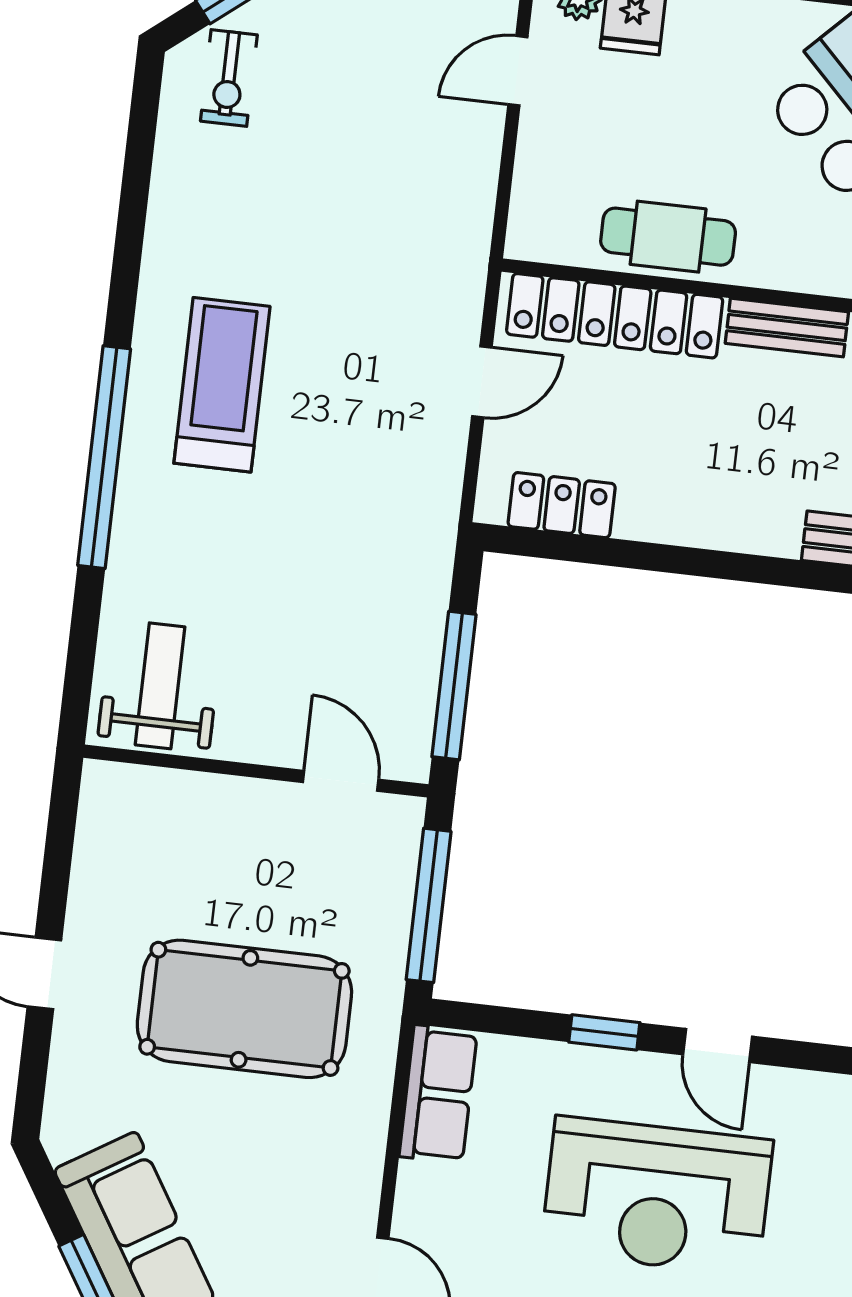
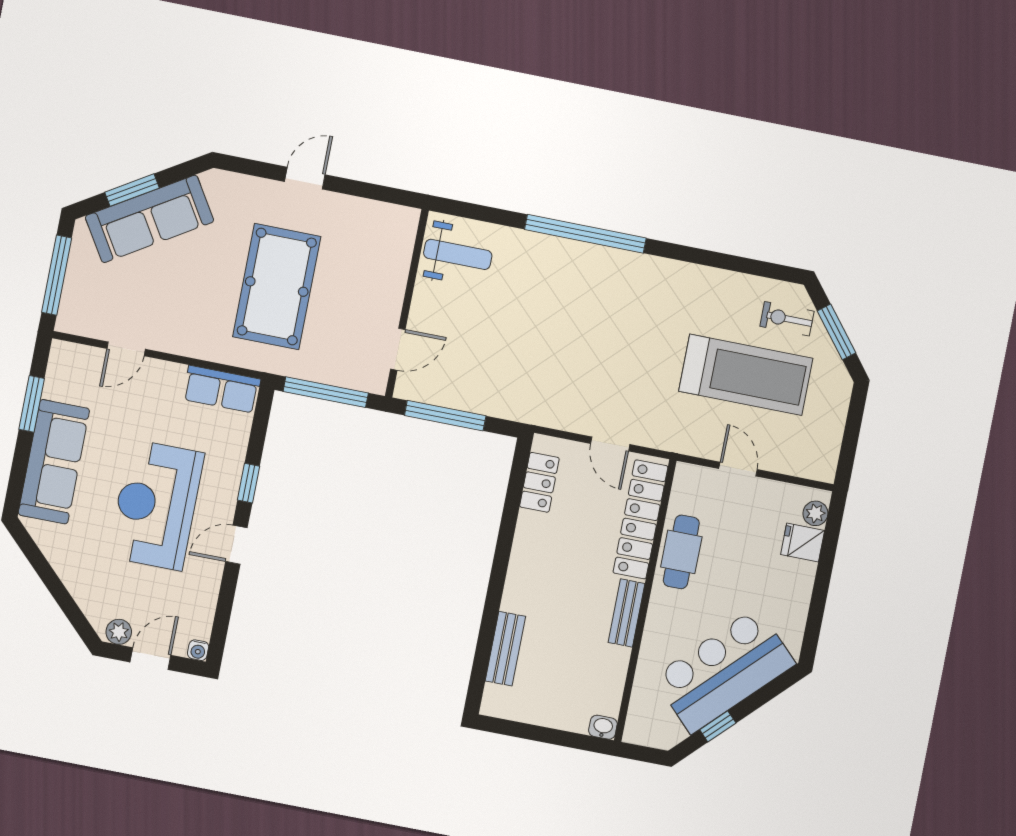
door: (518, 71) -> (738, 469), moved
treadmill: (222, 385) -> (746, 375), moved, width x1.37, depth x1.38

